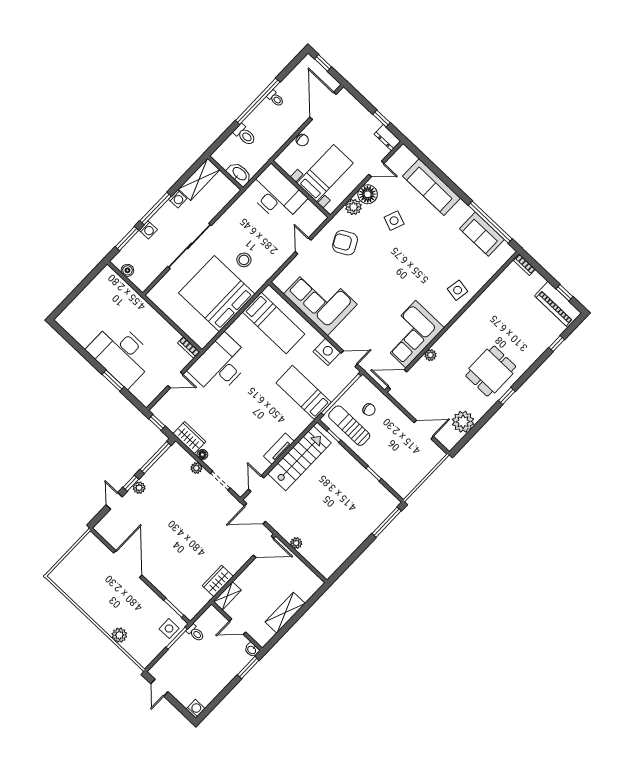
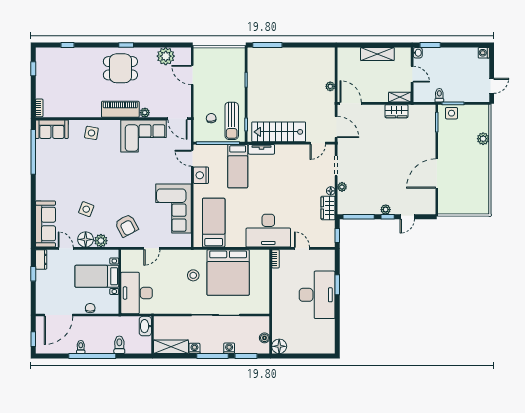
sofa: (432, 187) -> (45, 224), moved
sofa: (482, 234) -> (52, 129), moved, turned 90
floor lamp: (107, 276) -> (279, 346), added
piano: (558, 304) -> (120, 109), moved, turned -90
tv unit: (279, 449) -> (261, 149), moved

